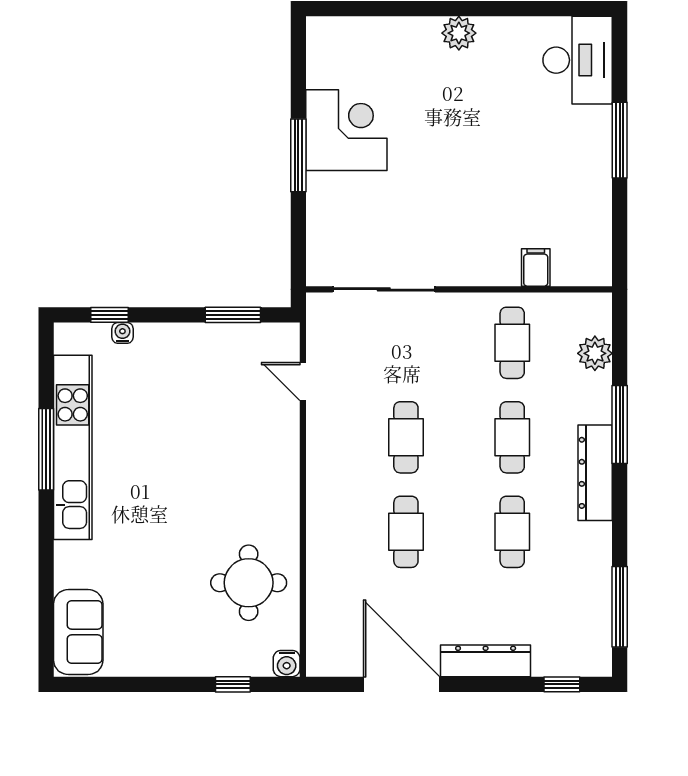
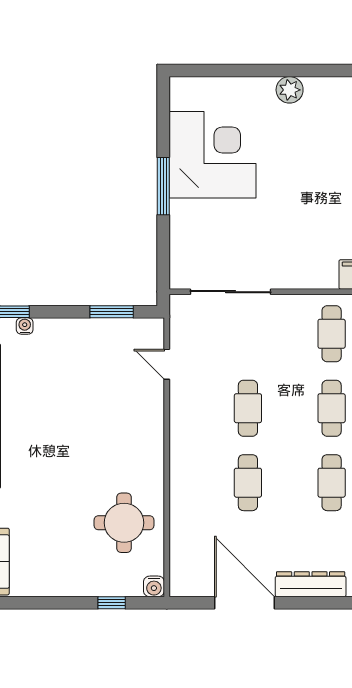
corner desk: (346, 130) -> (213, 155), width x1.36, depth x1.36

